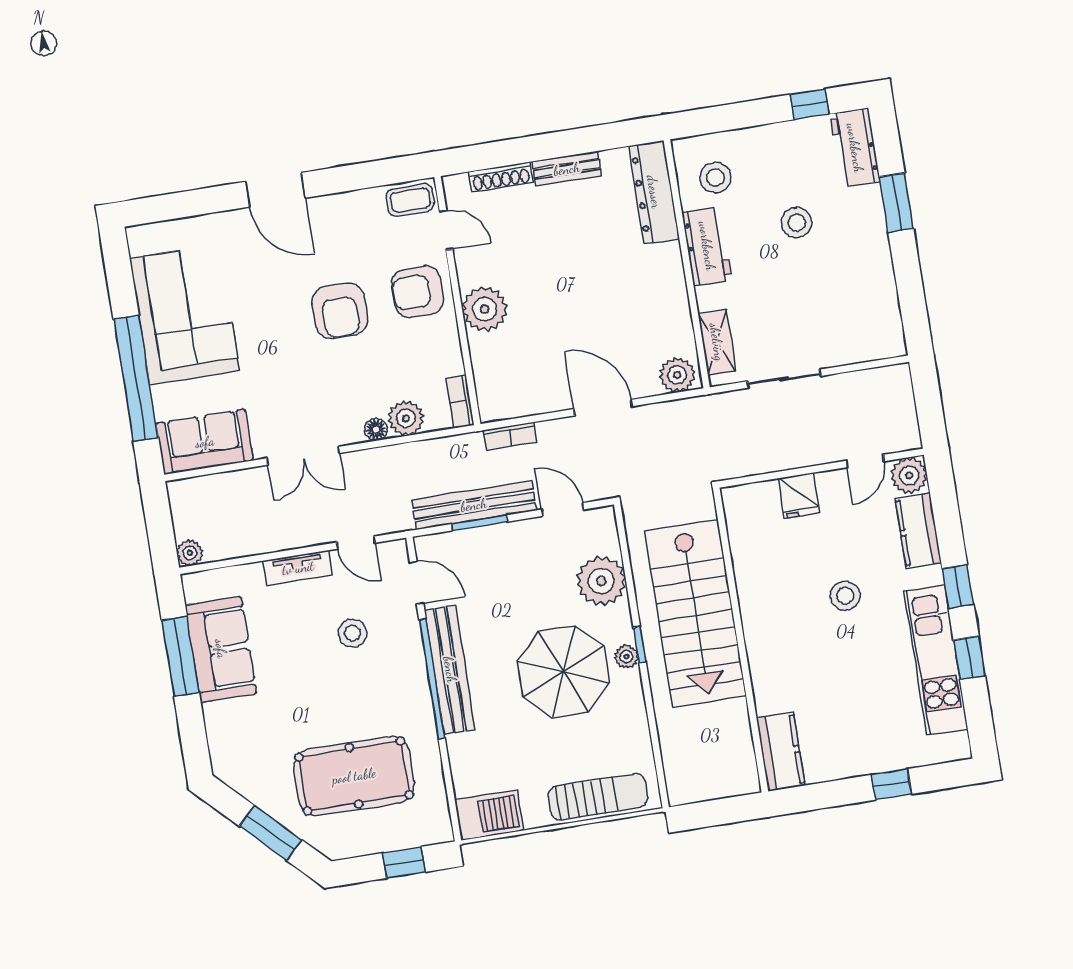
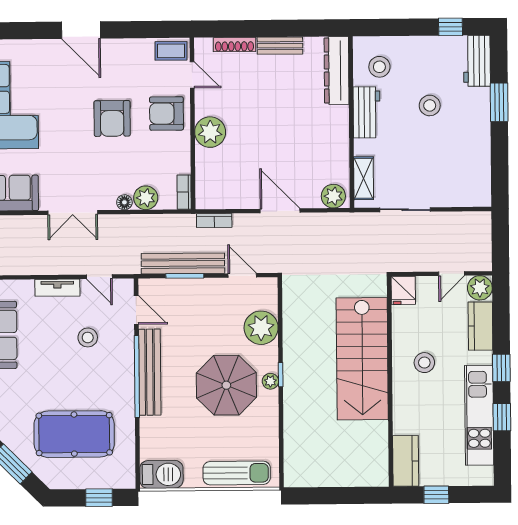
stairs: (695, 613) -> (362, 359), moved
wall: (741, 640) -> (390, 381), moved
kitchen counter: (781, 752) -> (406, 461), moved

